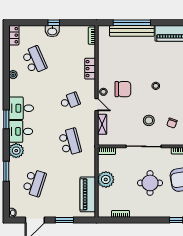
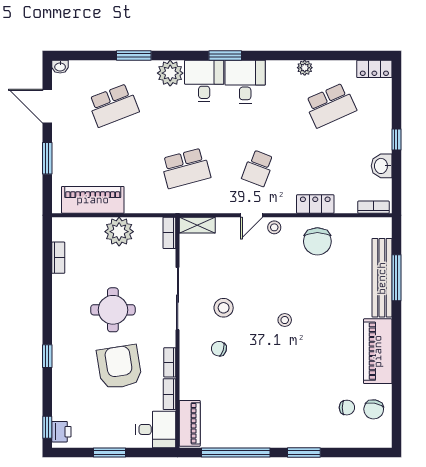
window: (132, 23) -> (396, 278), width x0.68
washbasin: (52, 31) -> (382, 166), moved
chair: (123, 89) -> (317, 241), moved
school desk: (70, 101) -> (258, 168), turned 42
shelving: (102, 124) -> (197, 225), moved
school desk: (34, 183) -> (113, 105), turned -39

